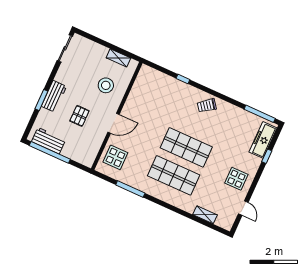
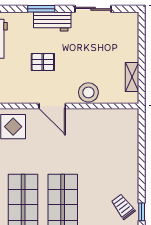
sliding door: (65, 48) -> (93, 9), moved
window: (183, 79) -> (142, 212), moved
stool: (106, 85) -> (88, 92), moved

